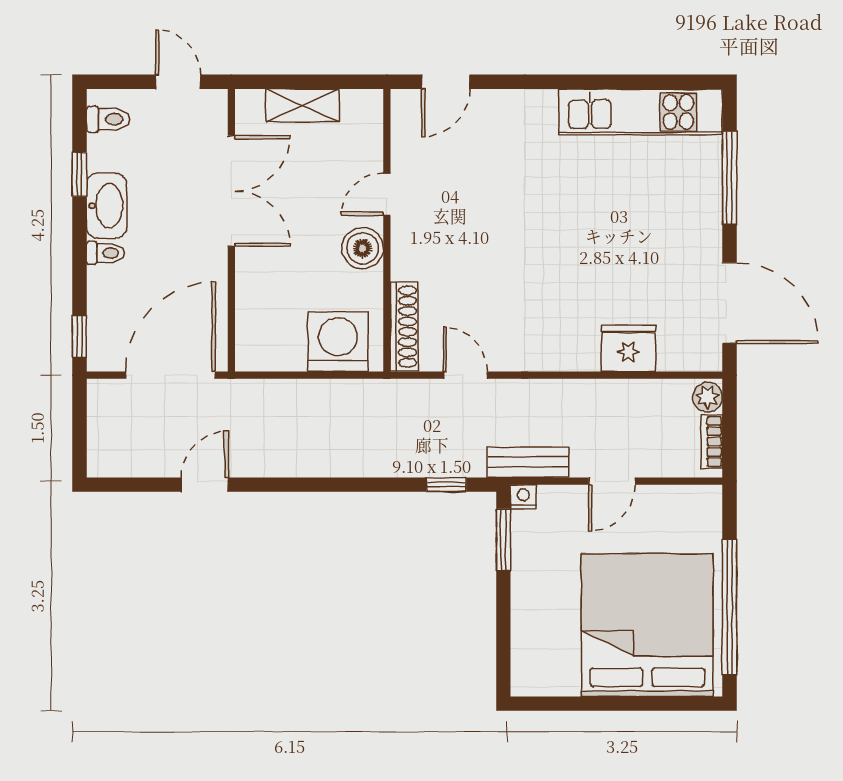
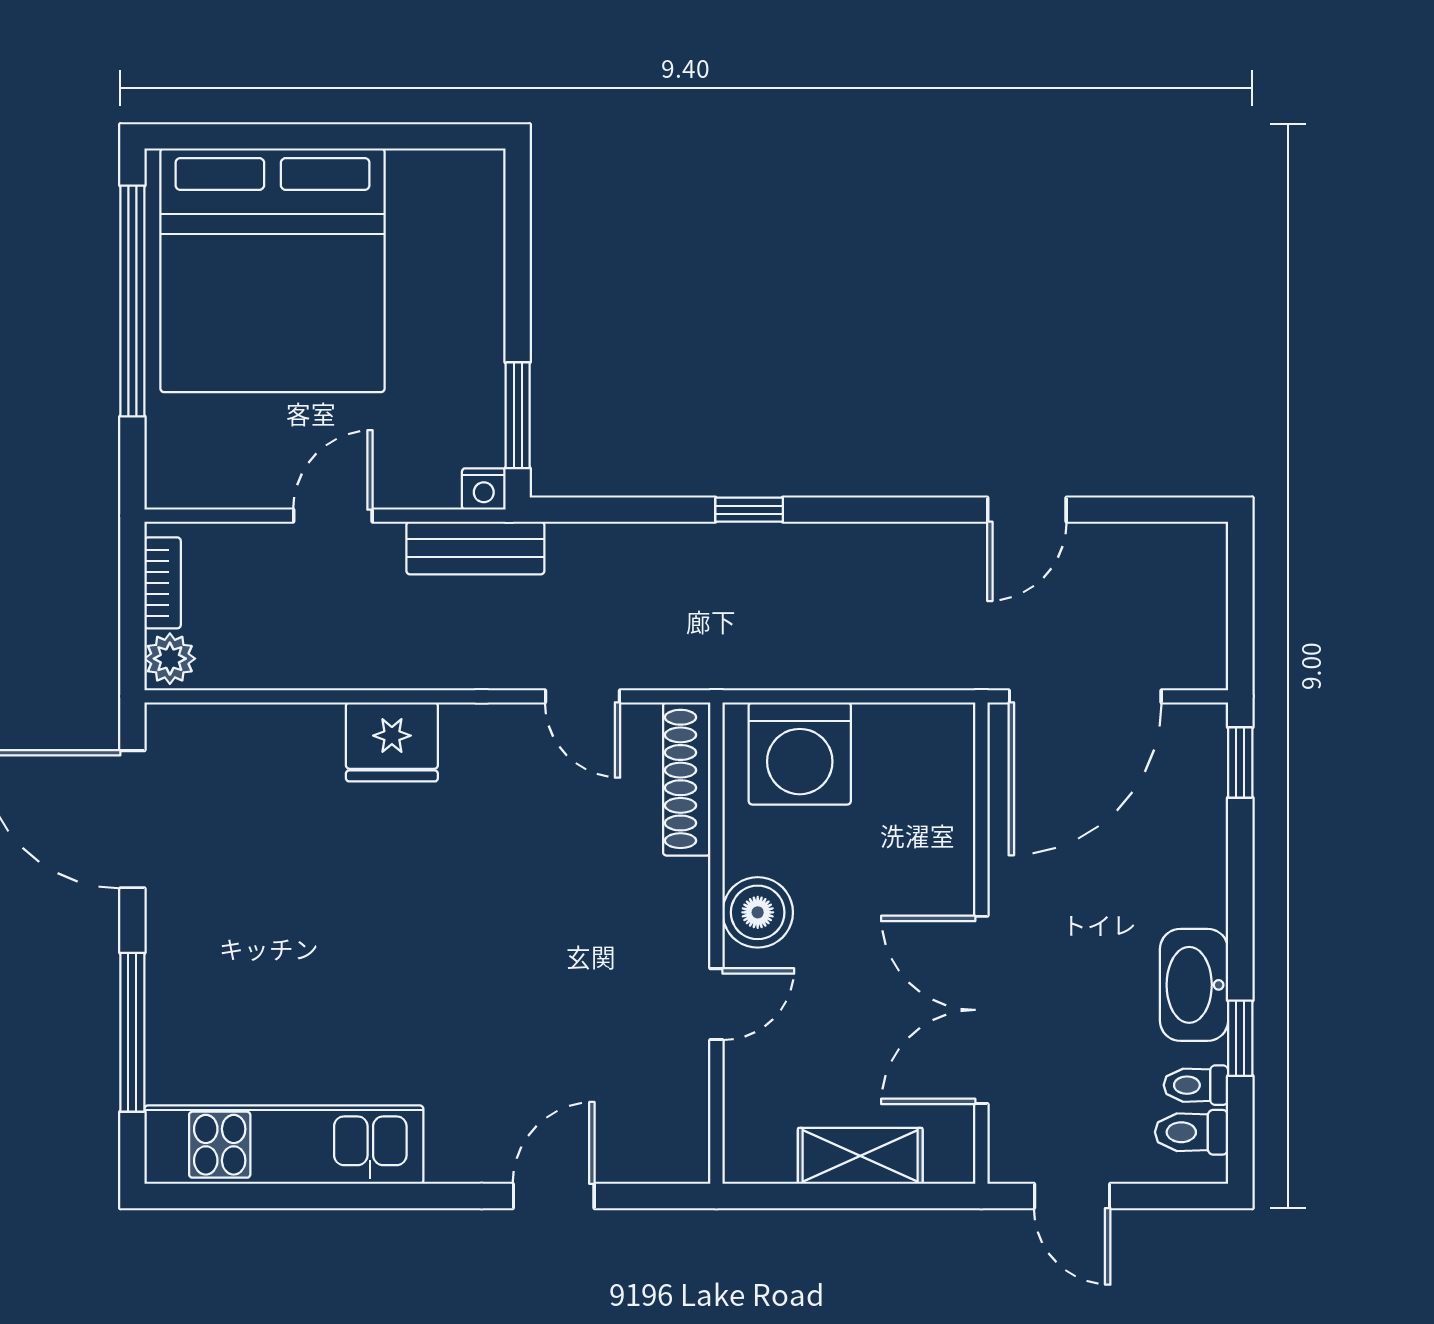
door: (446, 82) -> (554, 1196), moved
toilet: (105, 253) -> (1196, 1085), moved
fridge: (628, 348) -> (392, 742), moved
window: (446, 485) -> (749, 510), moved

